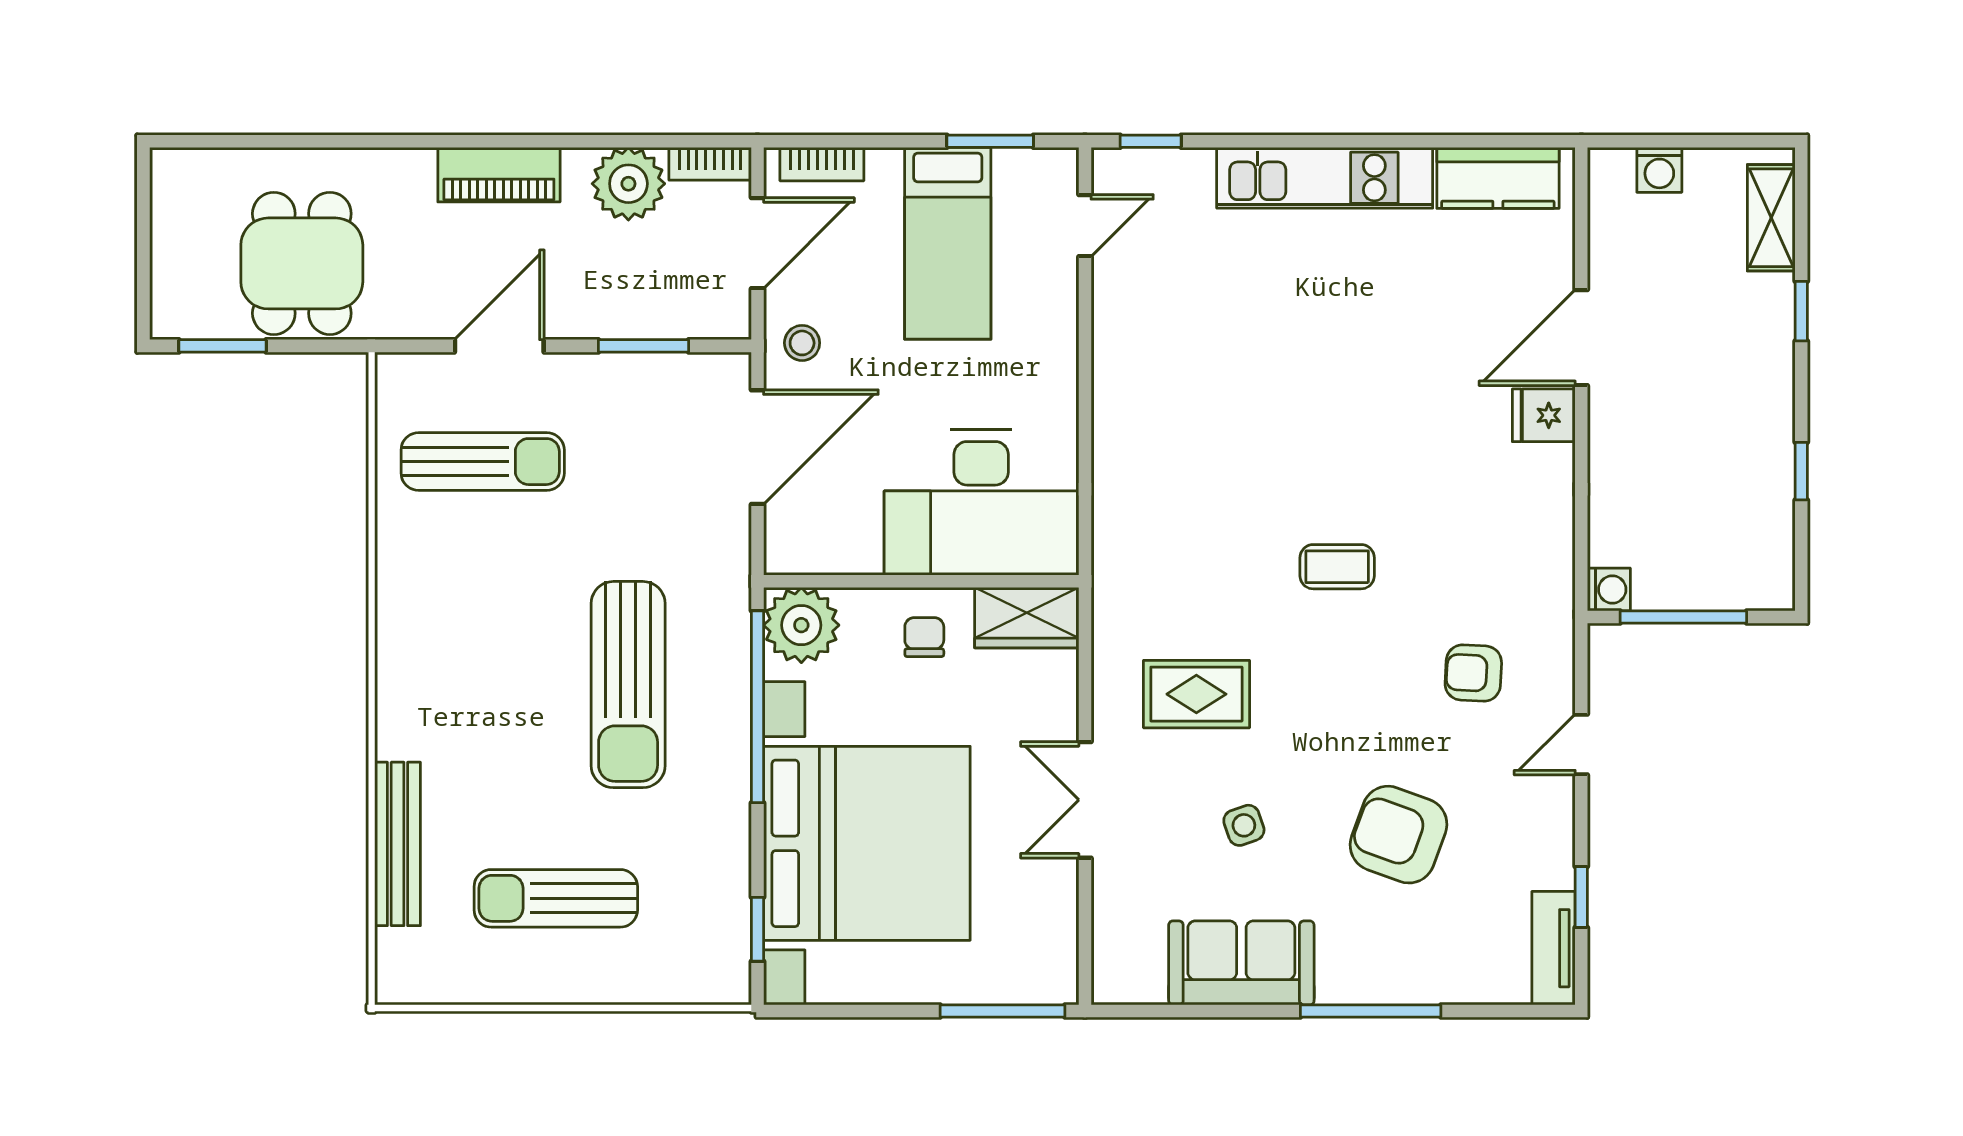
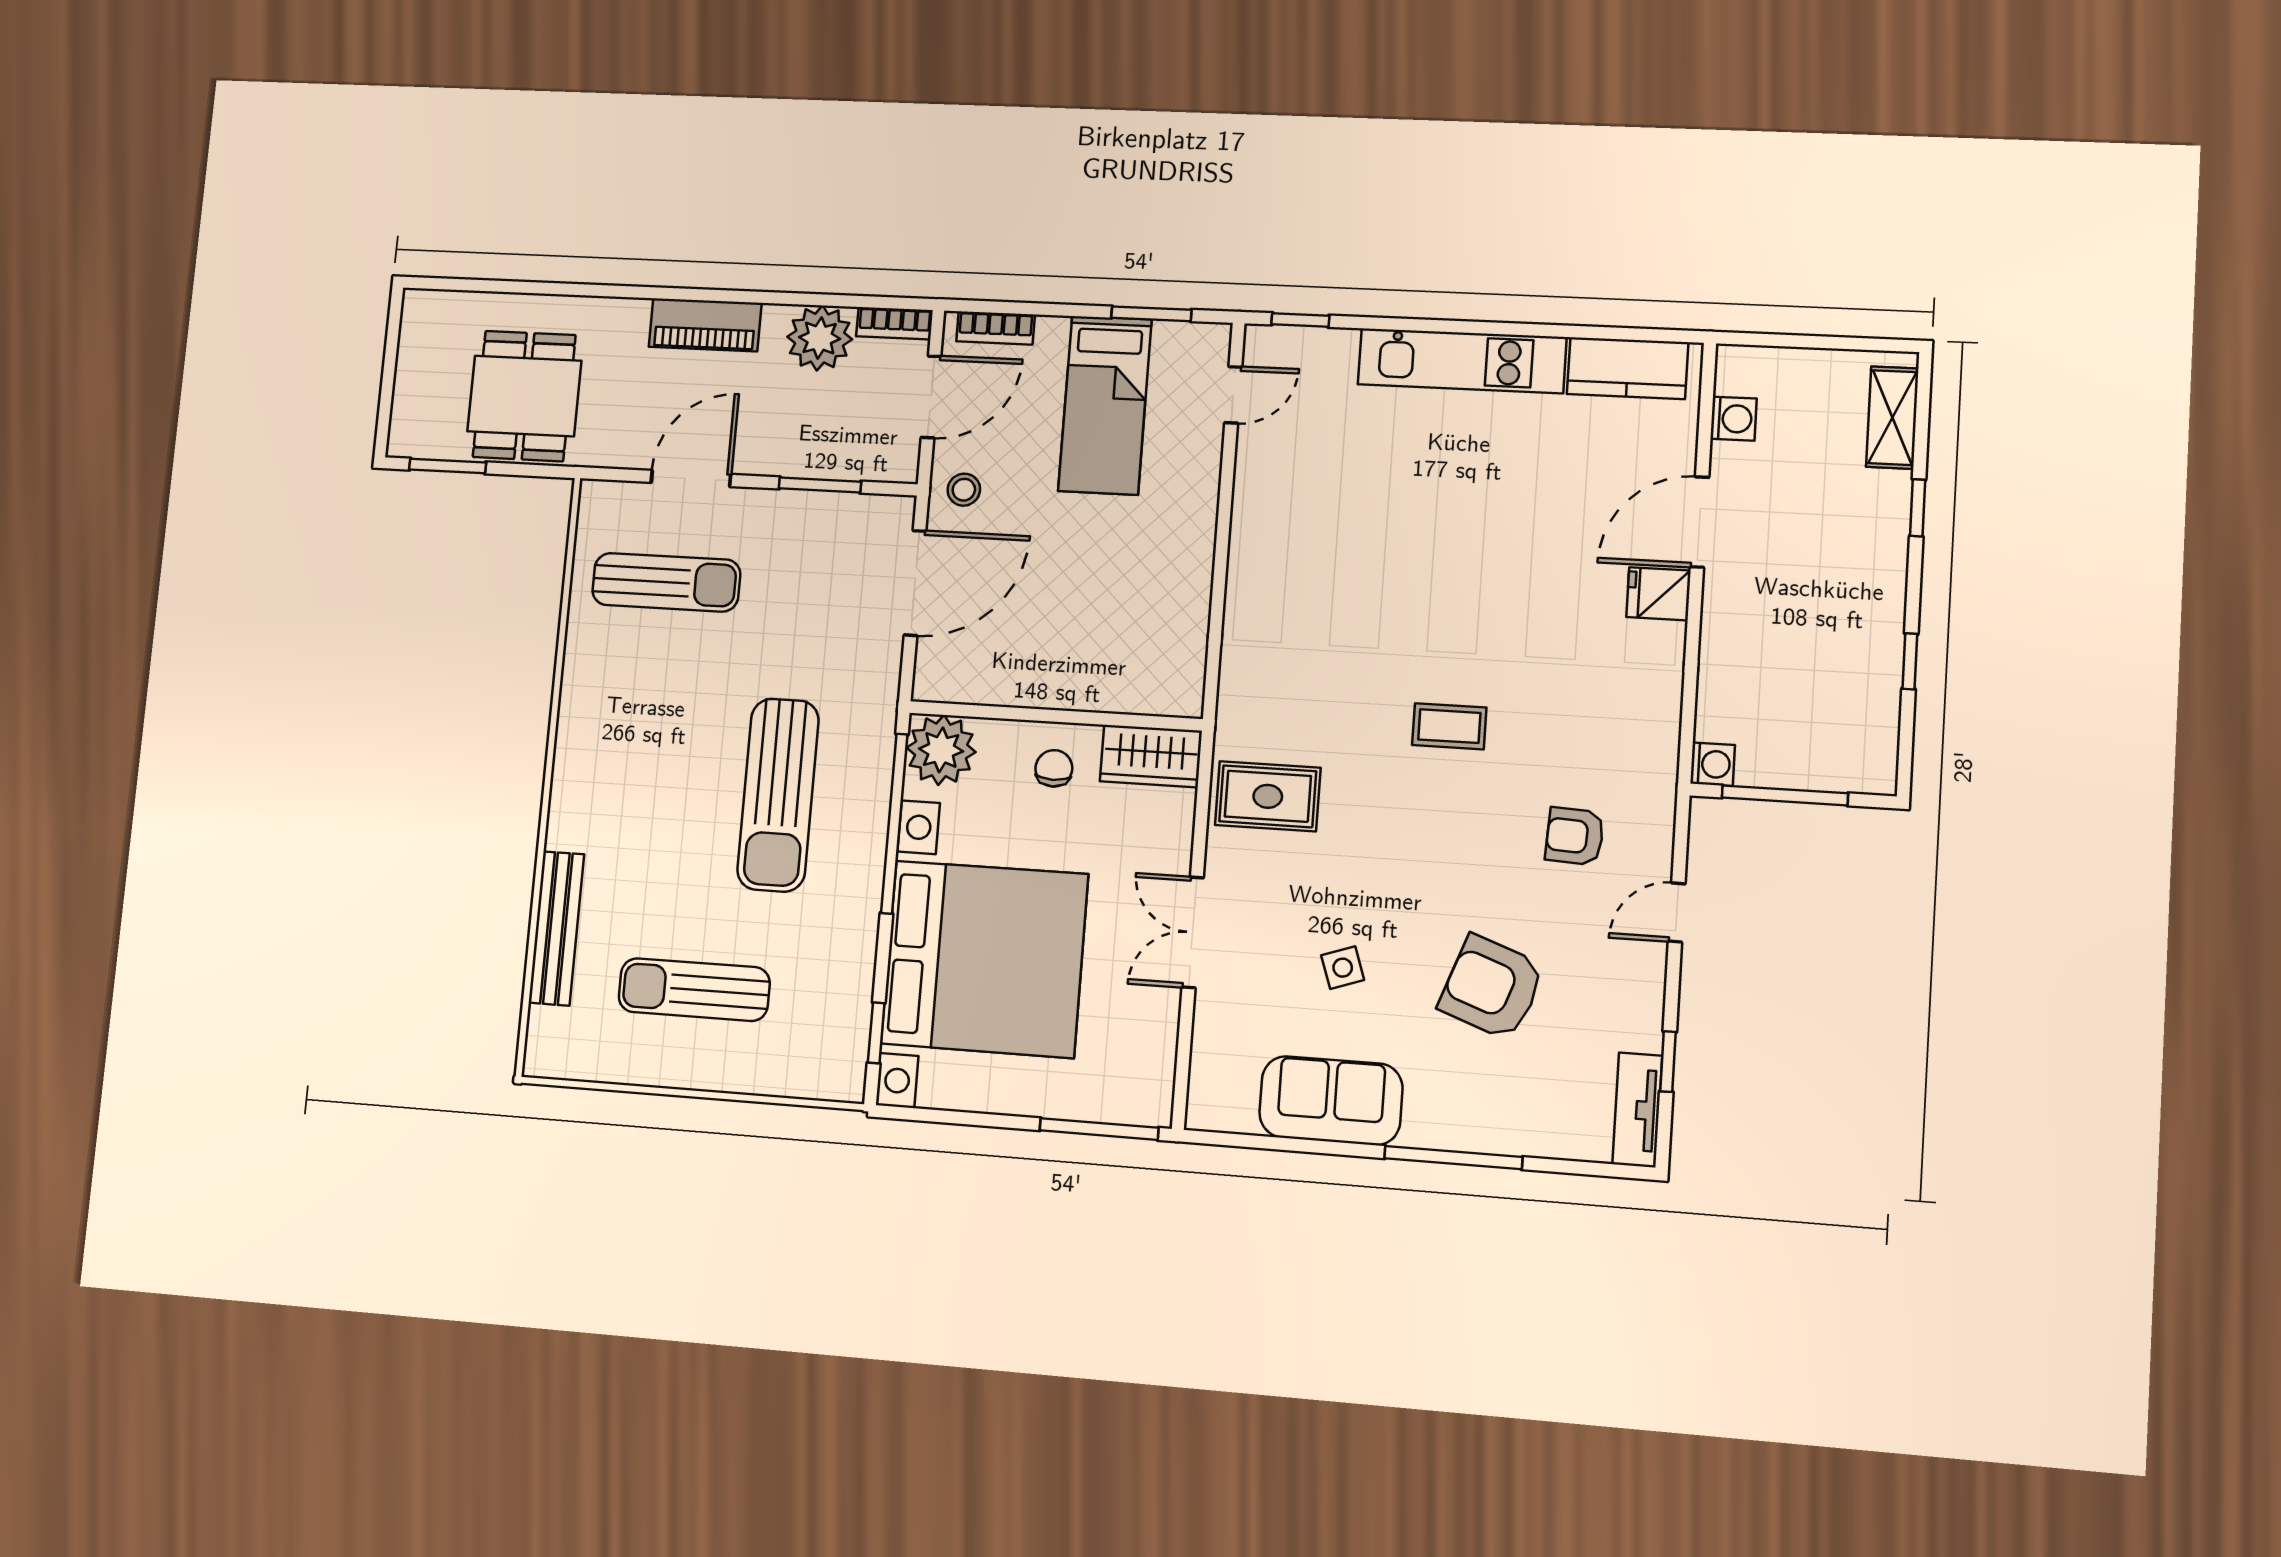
washing machine: (1659, 170) -> (1733, 419), moved, turned -90
desk: (981, 503) -> (1117, 646), removed
rug: (1196, 694) -> (1268, 796), moved

